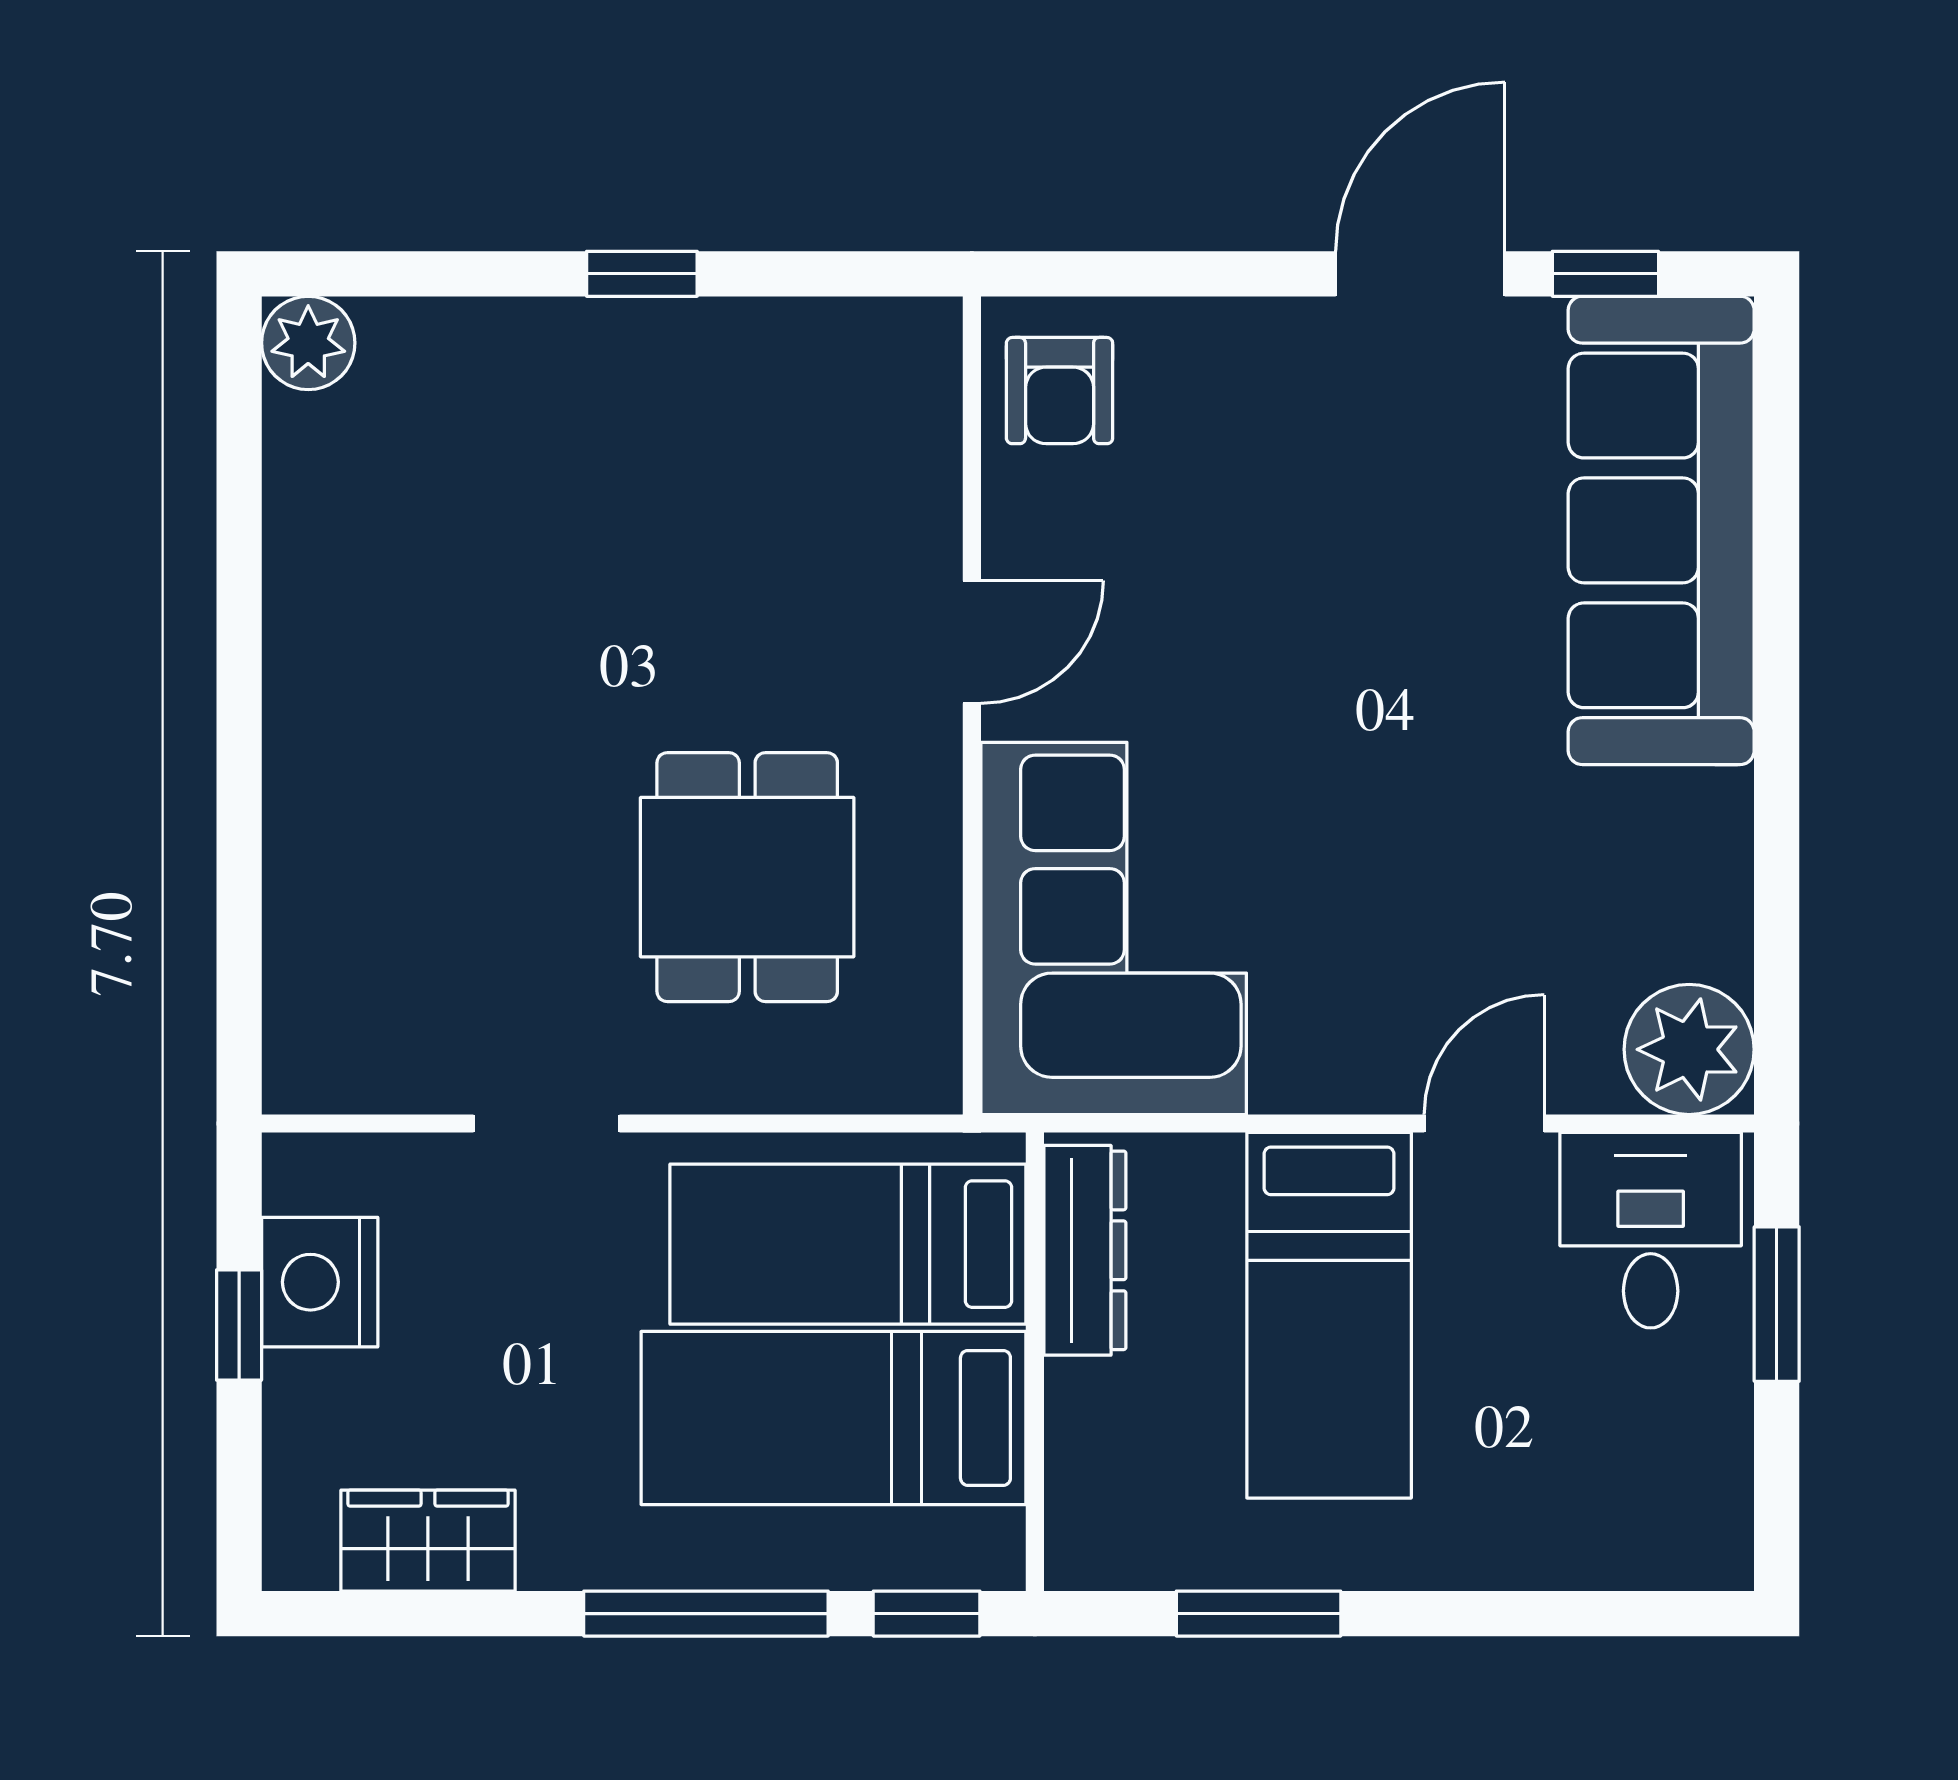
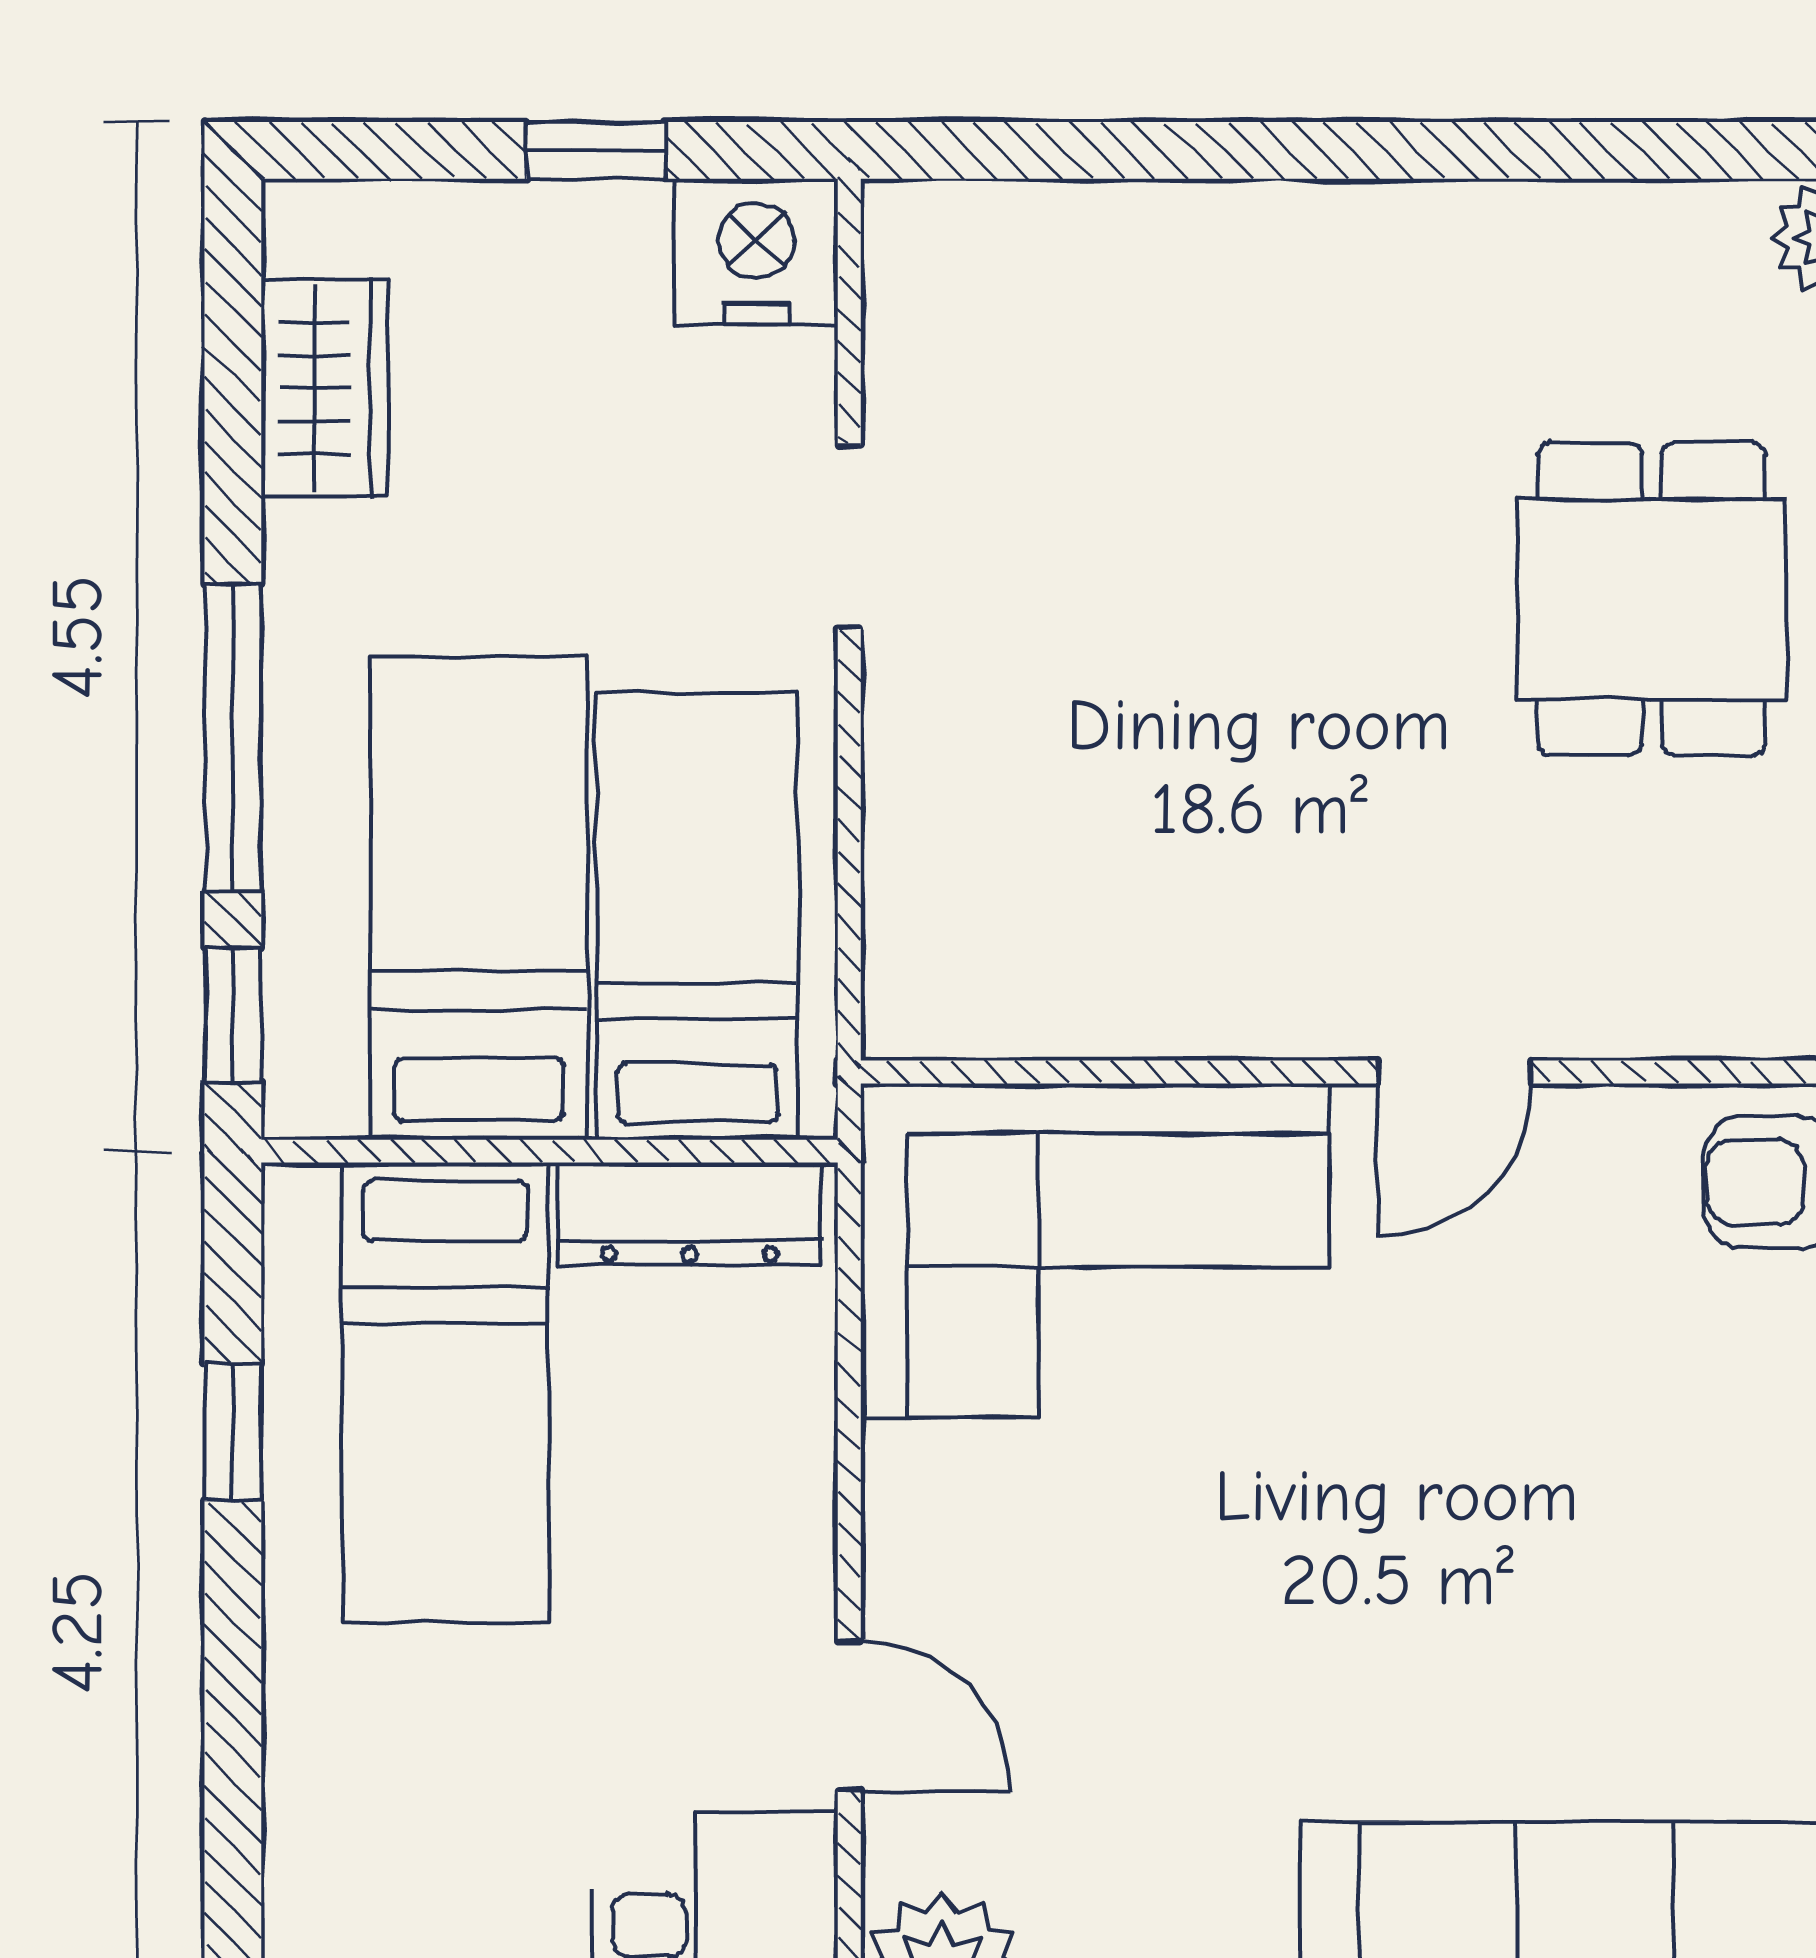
door: (972, 642) -> (1455, 1072), hinge flipped
dining table: (747, 877) -> (1652, 599), moved, turned 90
nightstand: (320, 1282) -> (756, 252), moved
bed: (1329, 1315) -> (445, 1392), moved, turned -90
window: (1259, 1614) -> (233, 1433), width x0.67

